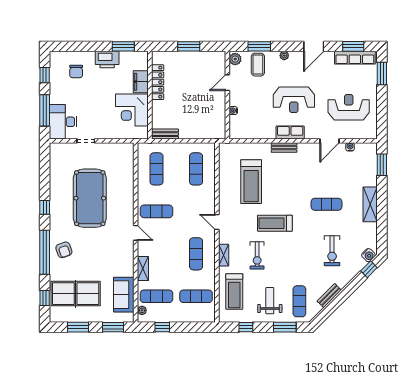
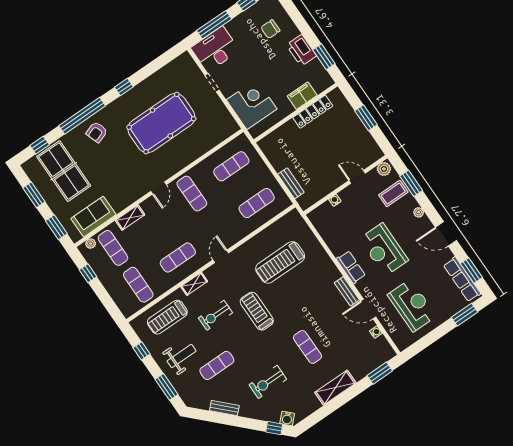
corner desk: (132, 110) -> (252, 104), moved, turned 90
bench: (165, 134) -> (291, 183), moved
bench: (284, 148) -> (347, 291), moved
exercise mat: (299, 301) -> (217, 365), moved

